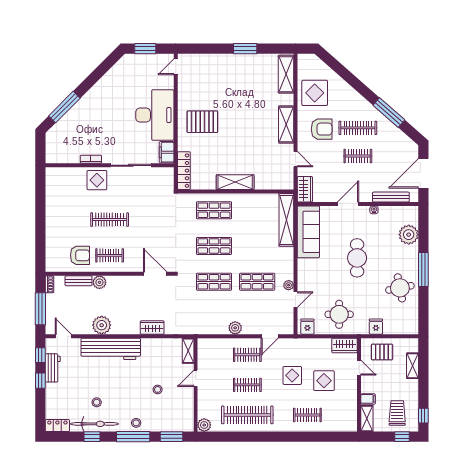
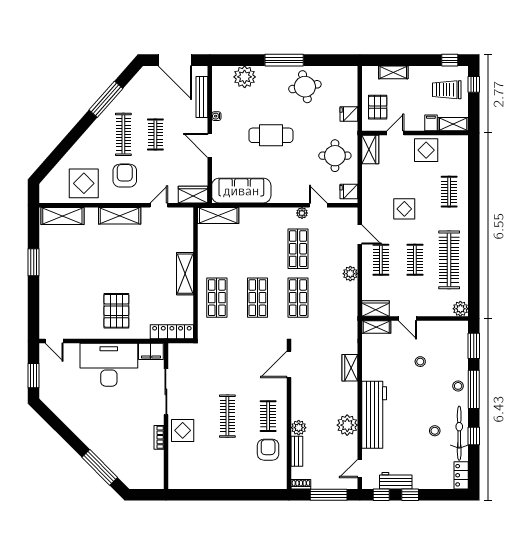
shelving: (286, 220) -> (218, 216), width x0.68
wardrobe: (204, 350) -> (375, 308), added
display table: (324, 381) -> (426, 150), moved

